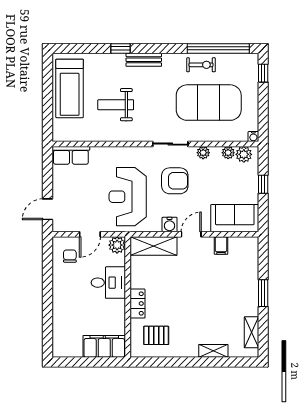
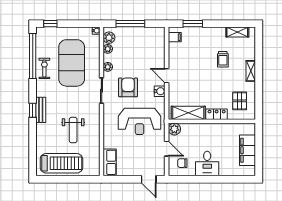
window: (120, 48) -> (33, 110), moved
window: (263, 184) -> (130, 24), width x2.17
sofa: (235, 218) -> (155, 44), removed
filing cabinet: (221, 245) -> (175, 37), moved
shelving: (154, 246) -> (188, 113), moved, turned 90
desk: (108, 283) -> (207, 164), moved, turned 180
window: (263, 293) -> (193, 24), moved
trolley: (214, 312) -> (223, 59), added
filing cabinet: (104, 346) -> (248, 150), moved
shelving: (213, 351) -> (251, 71), moved

